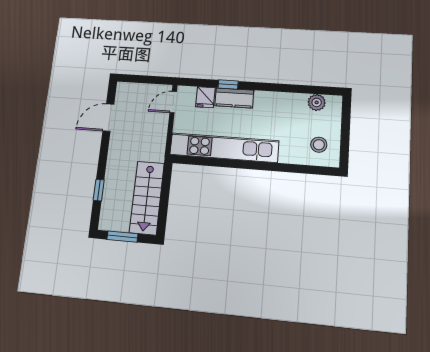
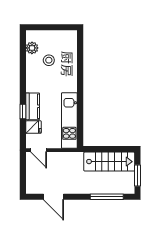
stool: (319, 145) -> (49, 60), moved
kitchen unit: (224, 148) -> (69, 121), width x0.73
window: (99, 190) -> (107, 197), width x2.17

